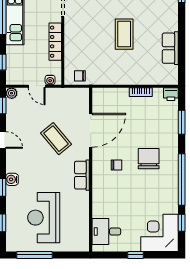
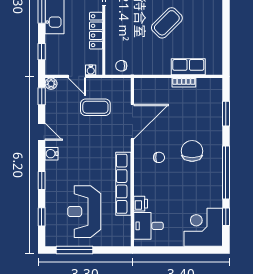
coffee table: (124, 34) -> (167, 23), turned 45
row of seats: (170, 48) -> (188, 67), moved, turned 90
printer: (171, 94) -> (141, 204), moved, turned -90
coffee table: (56, 139) -> (95, 107), moved, turned -50
row of seats: (82, 175) -> (123, 184), width x2.02
water cooler: (12, 179) -> (52, 154), moved
window: (136, 255) -> (179, 250), removed

